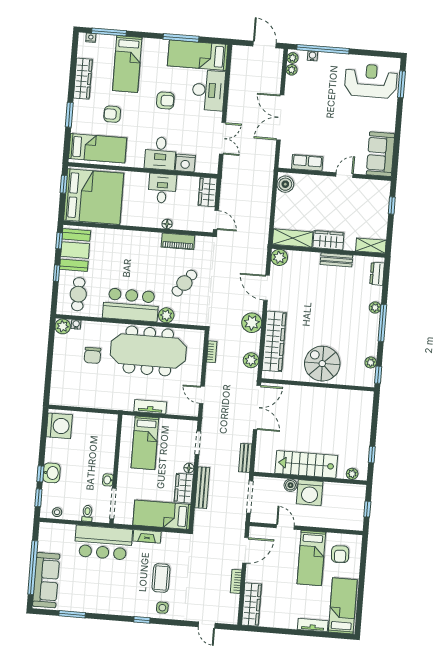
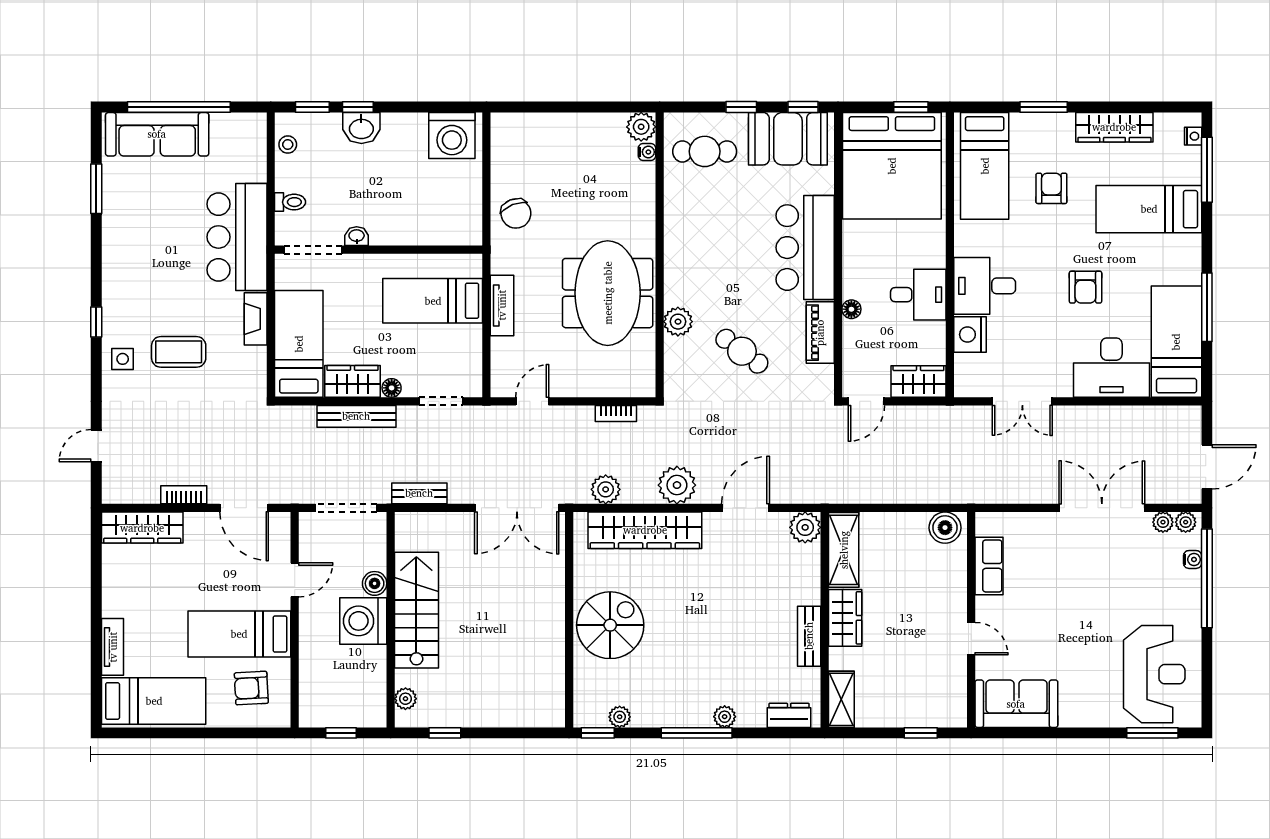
double door: (280, 117) -> (1102, 508), moved
bar counter: (131, 305) -> (805, 248), moved, turned 180
meeting table: (148, 351) -> (608, 293), width x0.73
chair: (93, 355) -> (516, 213), moved, turned -112

